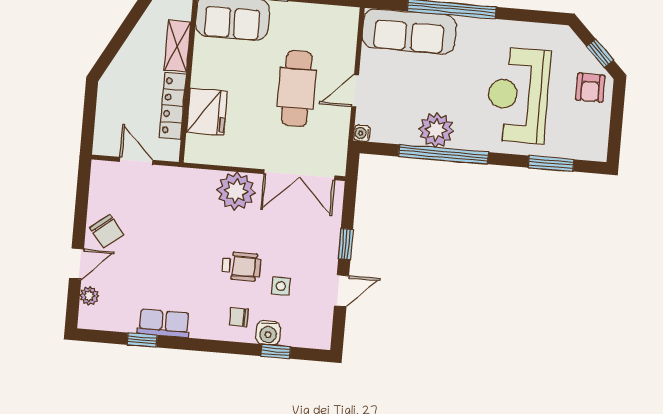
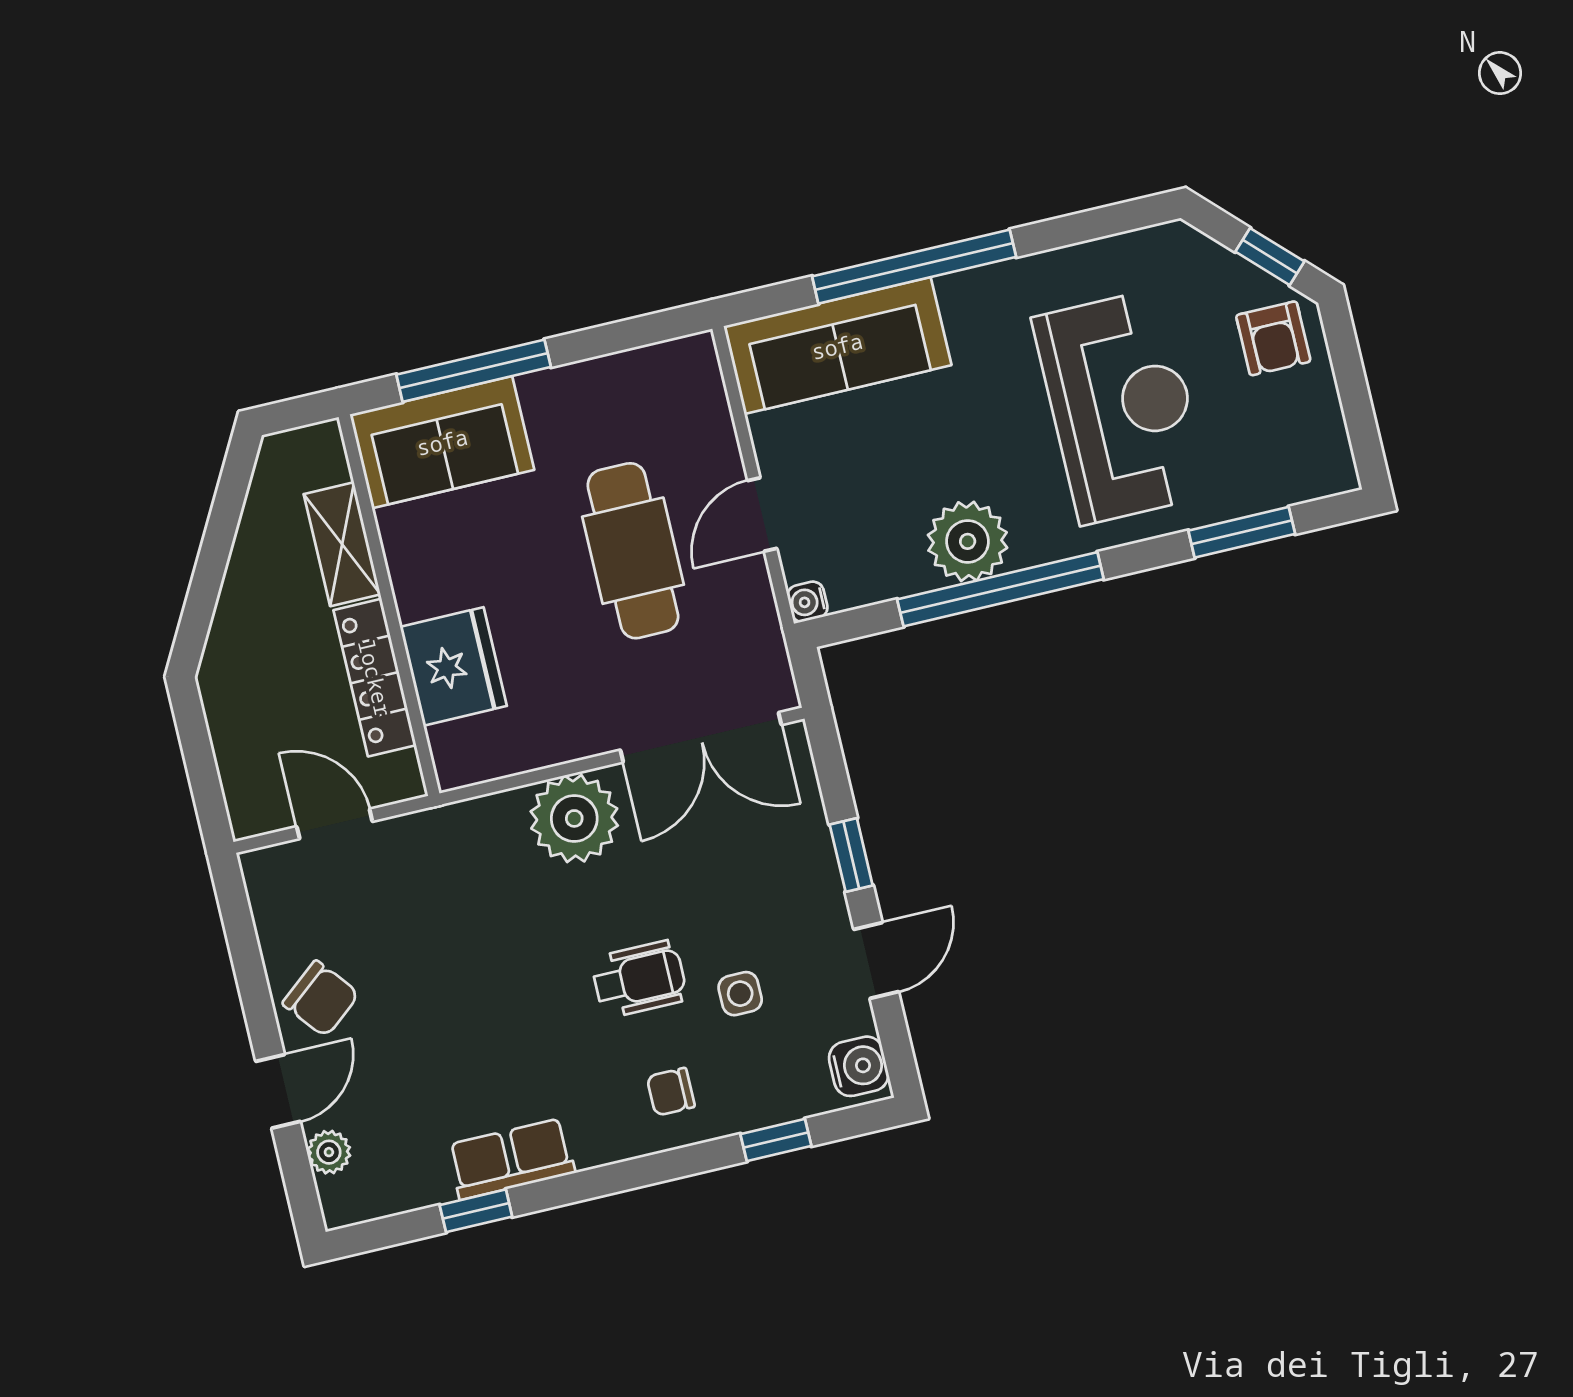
reception desk: (518, 95) -> (1121, 407), turned 180
water cooler: (268, 333) -> (859, 1066), moved, turned -90

